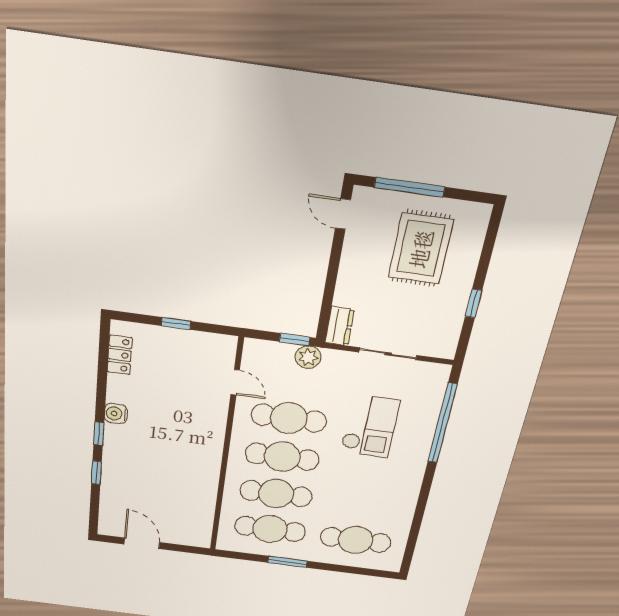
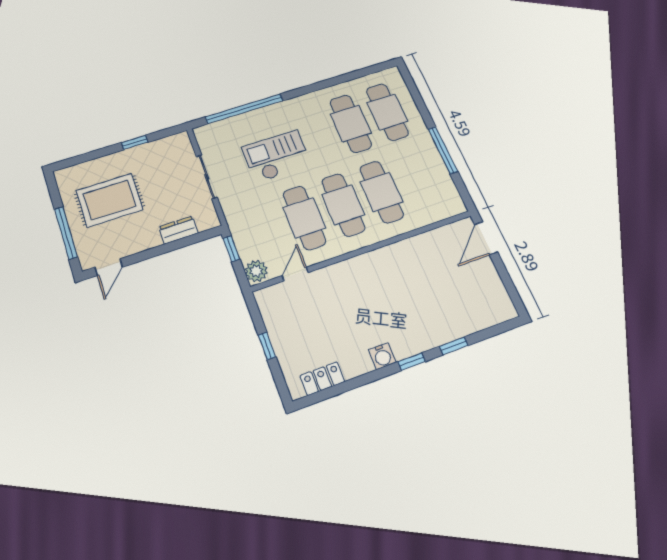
dresser: (340, 326) -> (179, 230), moved
plant: (308, 357) -> (256, 271), moved
cafe table: (270, 529) -> (351, 124), moved
door: (142, 543) -> (486, 238), moved
window: (288, 562) -> (443, 150), width x1.44

